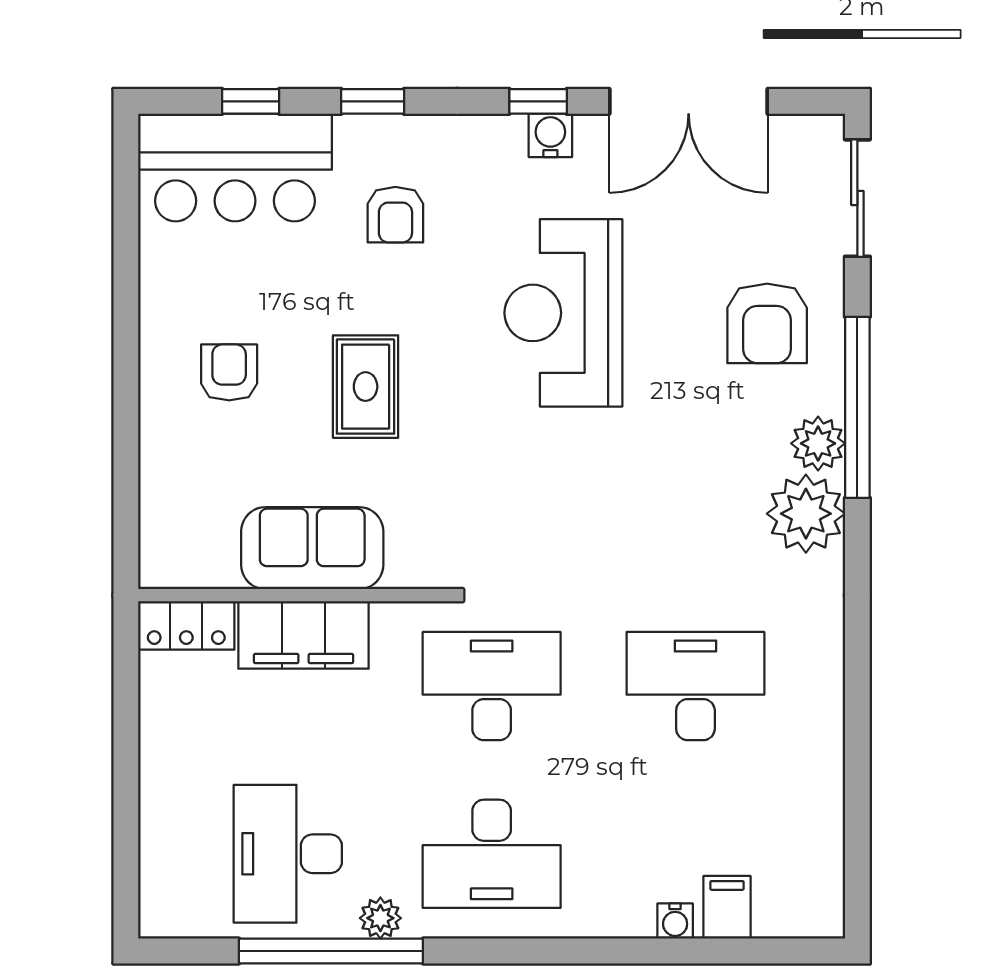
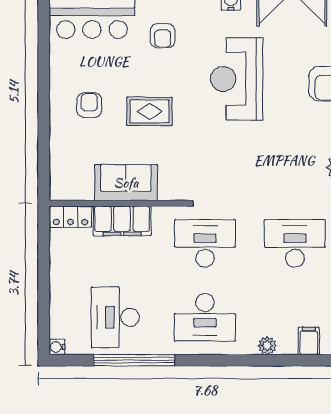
rug: (366, 387) -> (149, 111), turned 90
plant: (380, 918) -> (267, 346), moved
water cooler: (675, 921) -> (57, 347), moved, turned 90

